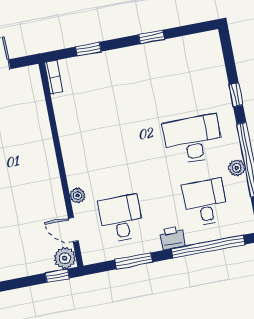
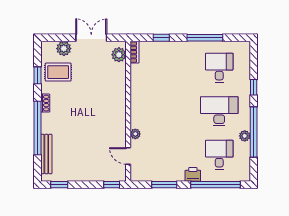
window: (151, 37) -> (205, 38), width x2.17
desk: (121, 219) -> (219, 68), moved
plant: (65, 258) -> (119, 55), moved

